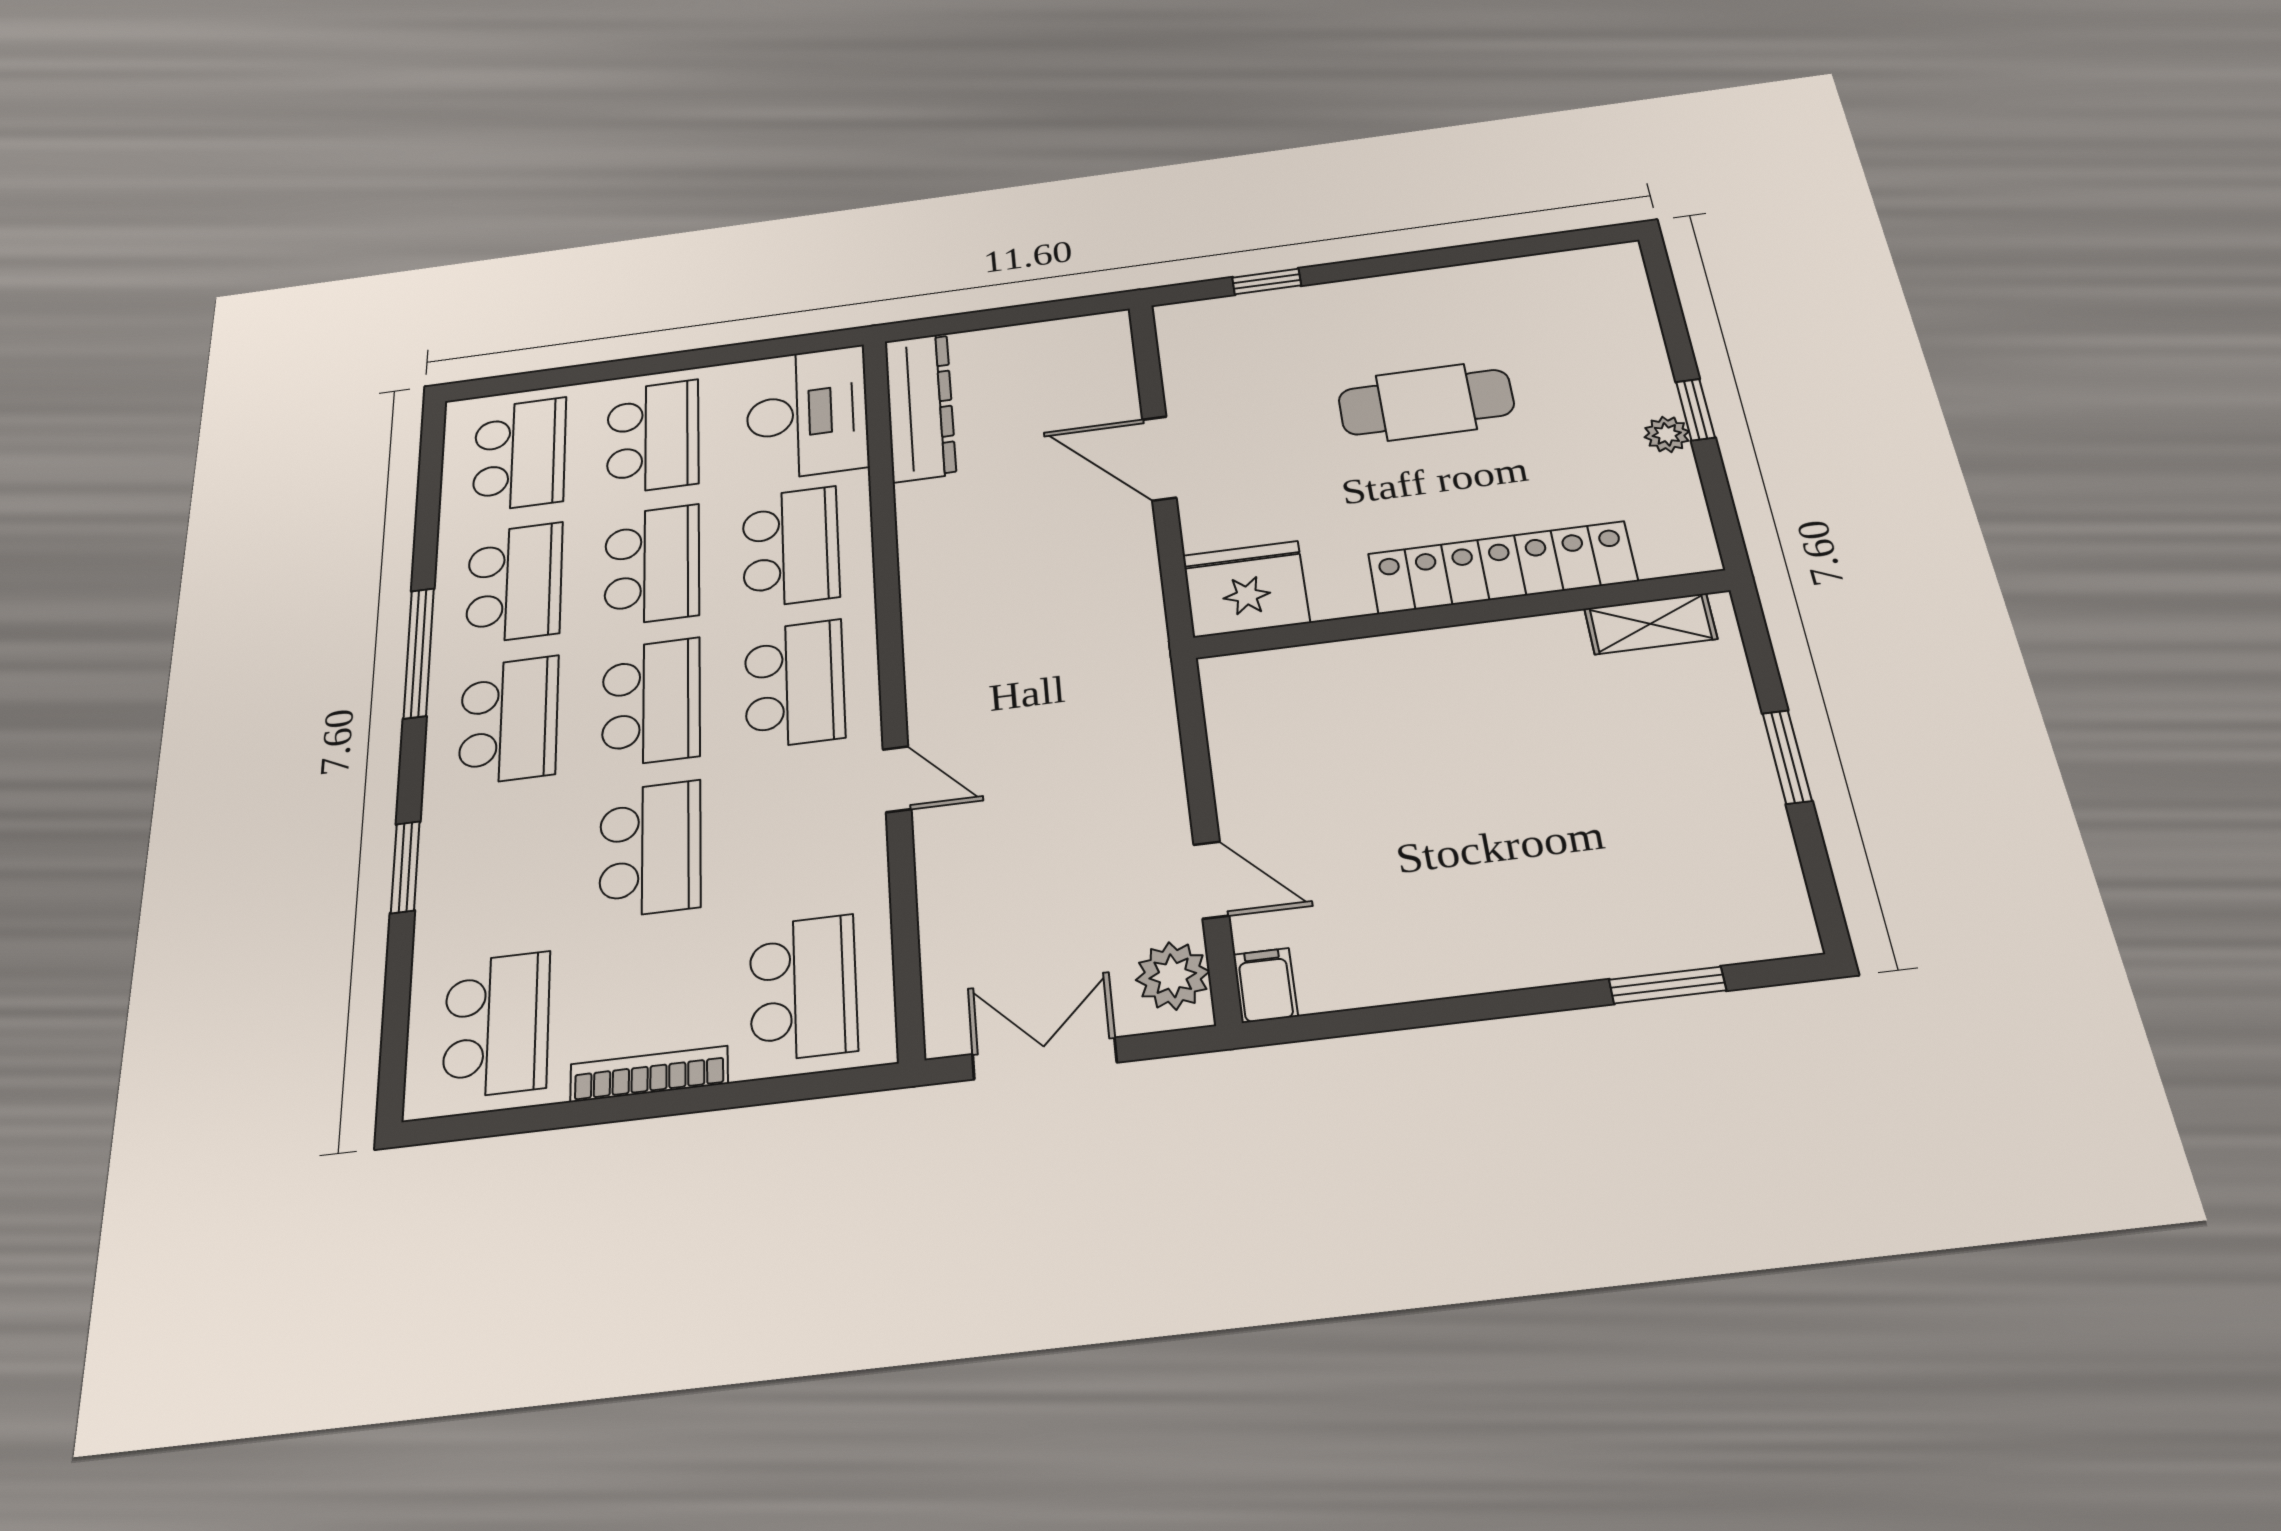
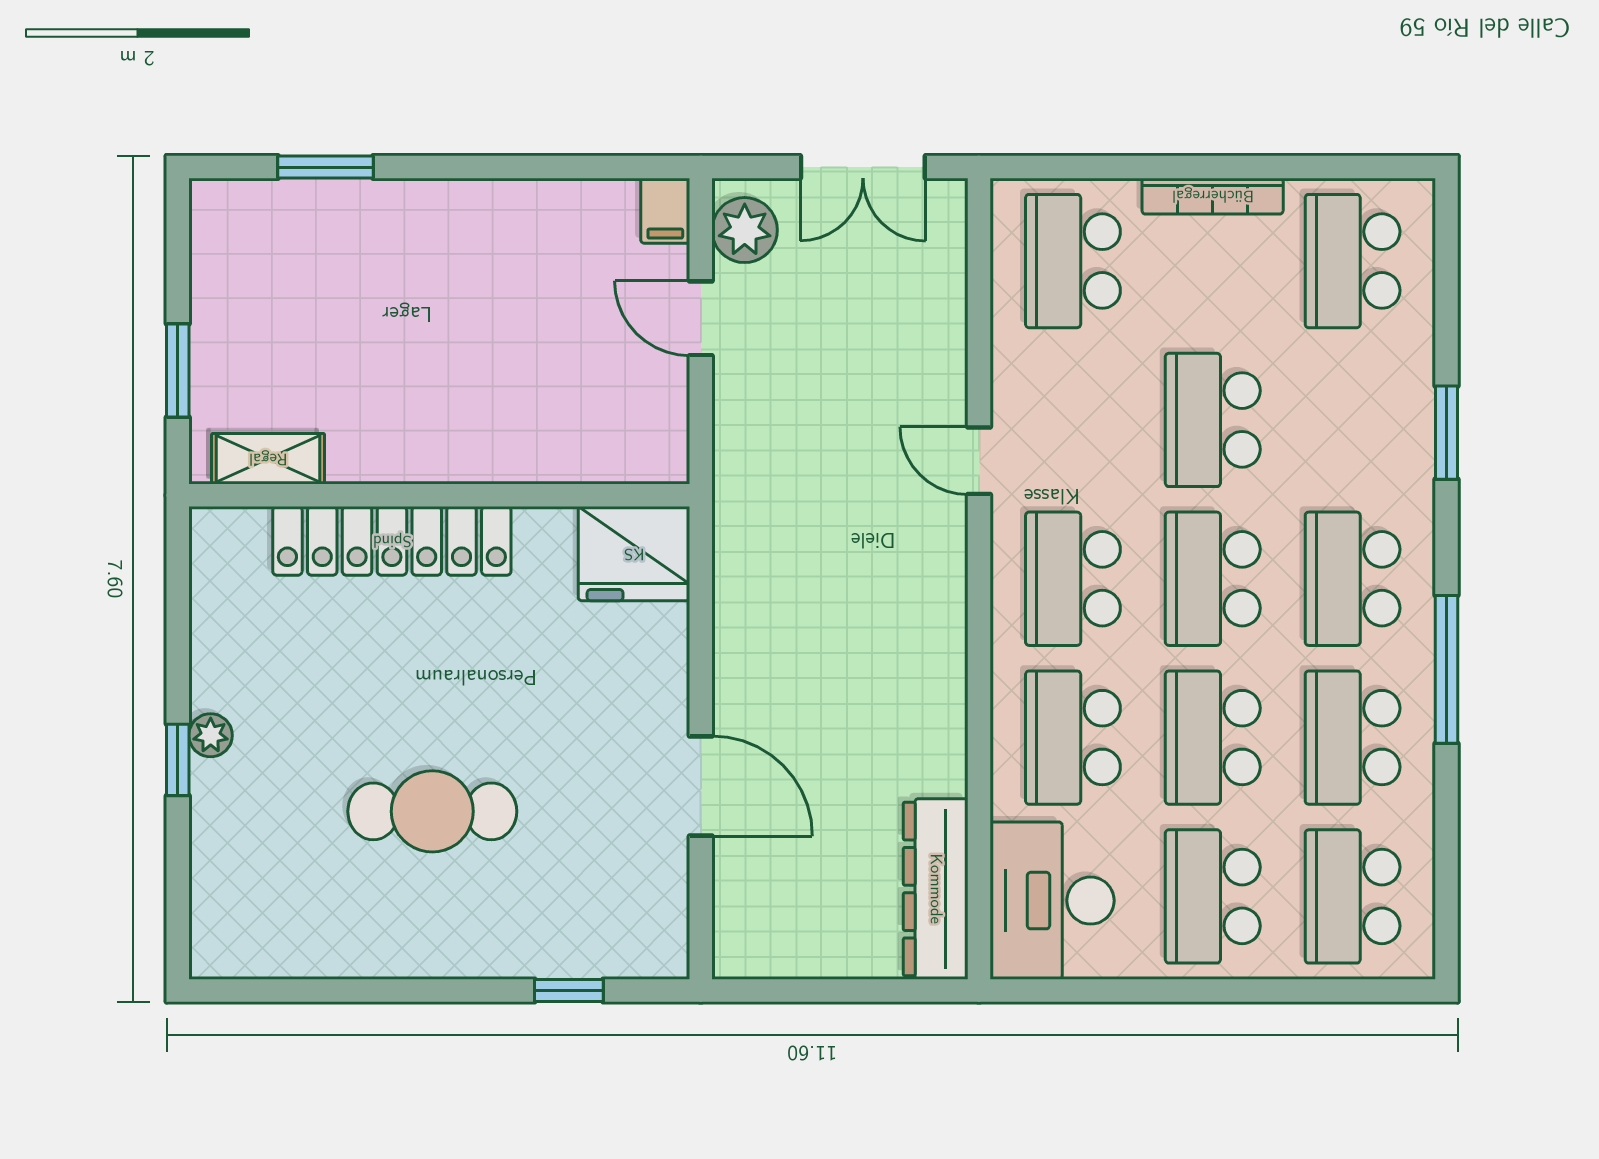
locker: (1502, 567) -> (392, 541), moved
fridge: (1246, 589) -> (634, 554), moved
wall: (1460, 614) -> (439, 495), moved
shelving: (1651, 624) -> (268, 459), moved

